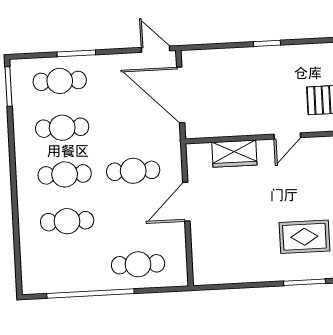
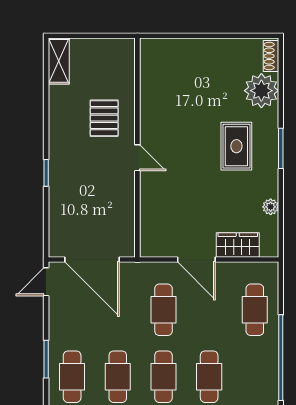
door: (181, 95) -> (92, 260), hinge flipped
wardrobe: (234, 154) -> (238, 245), moved, turned -90
plant: (244, 275) -> (271, 207), added

